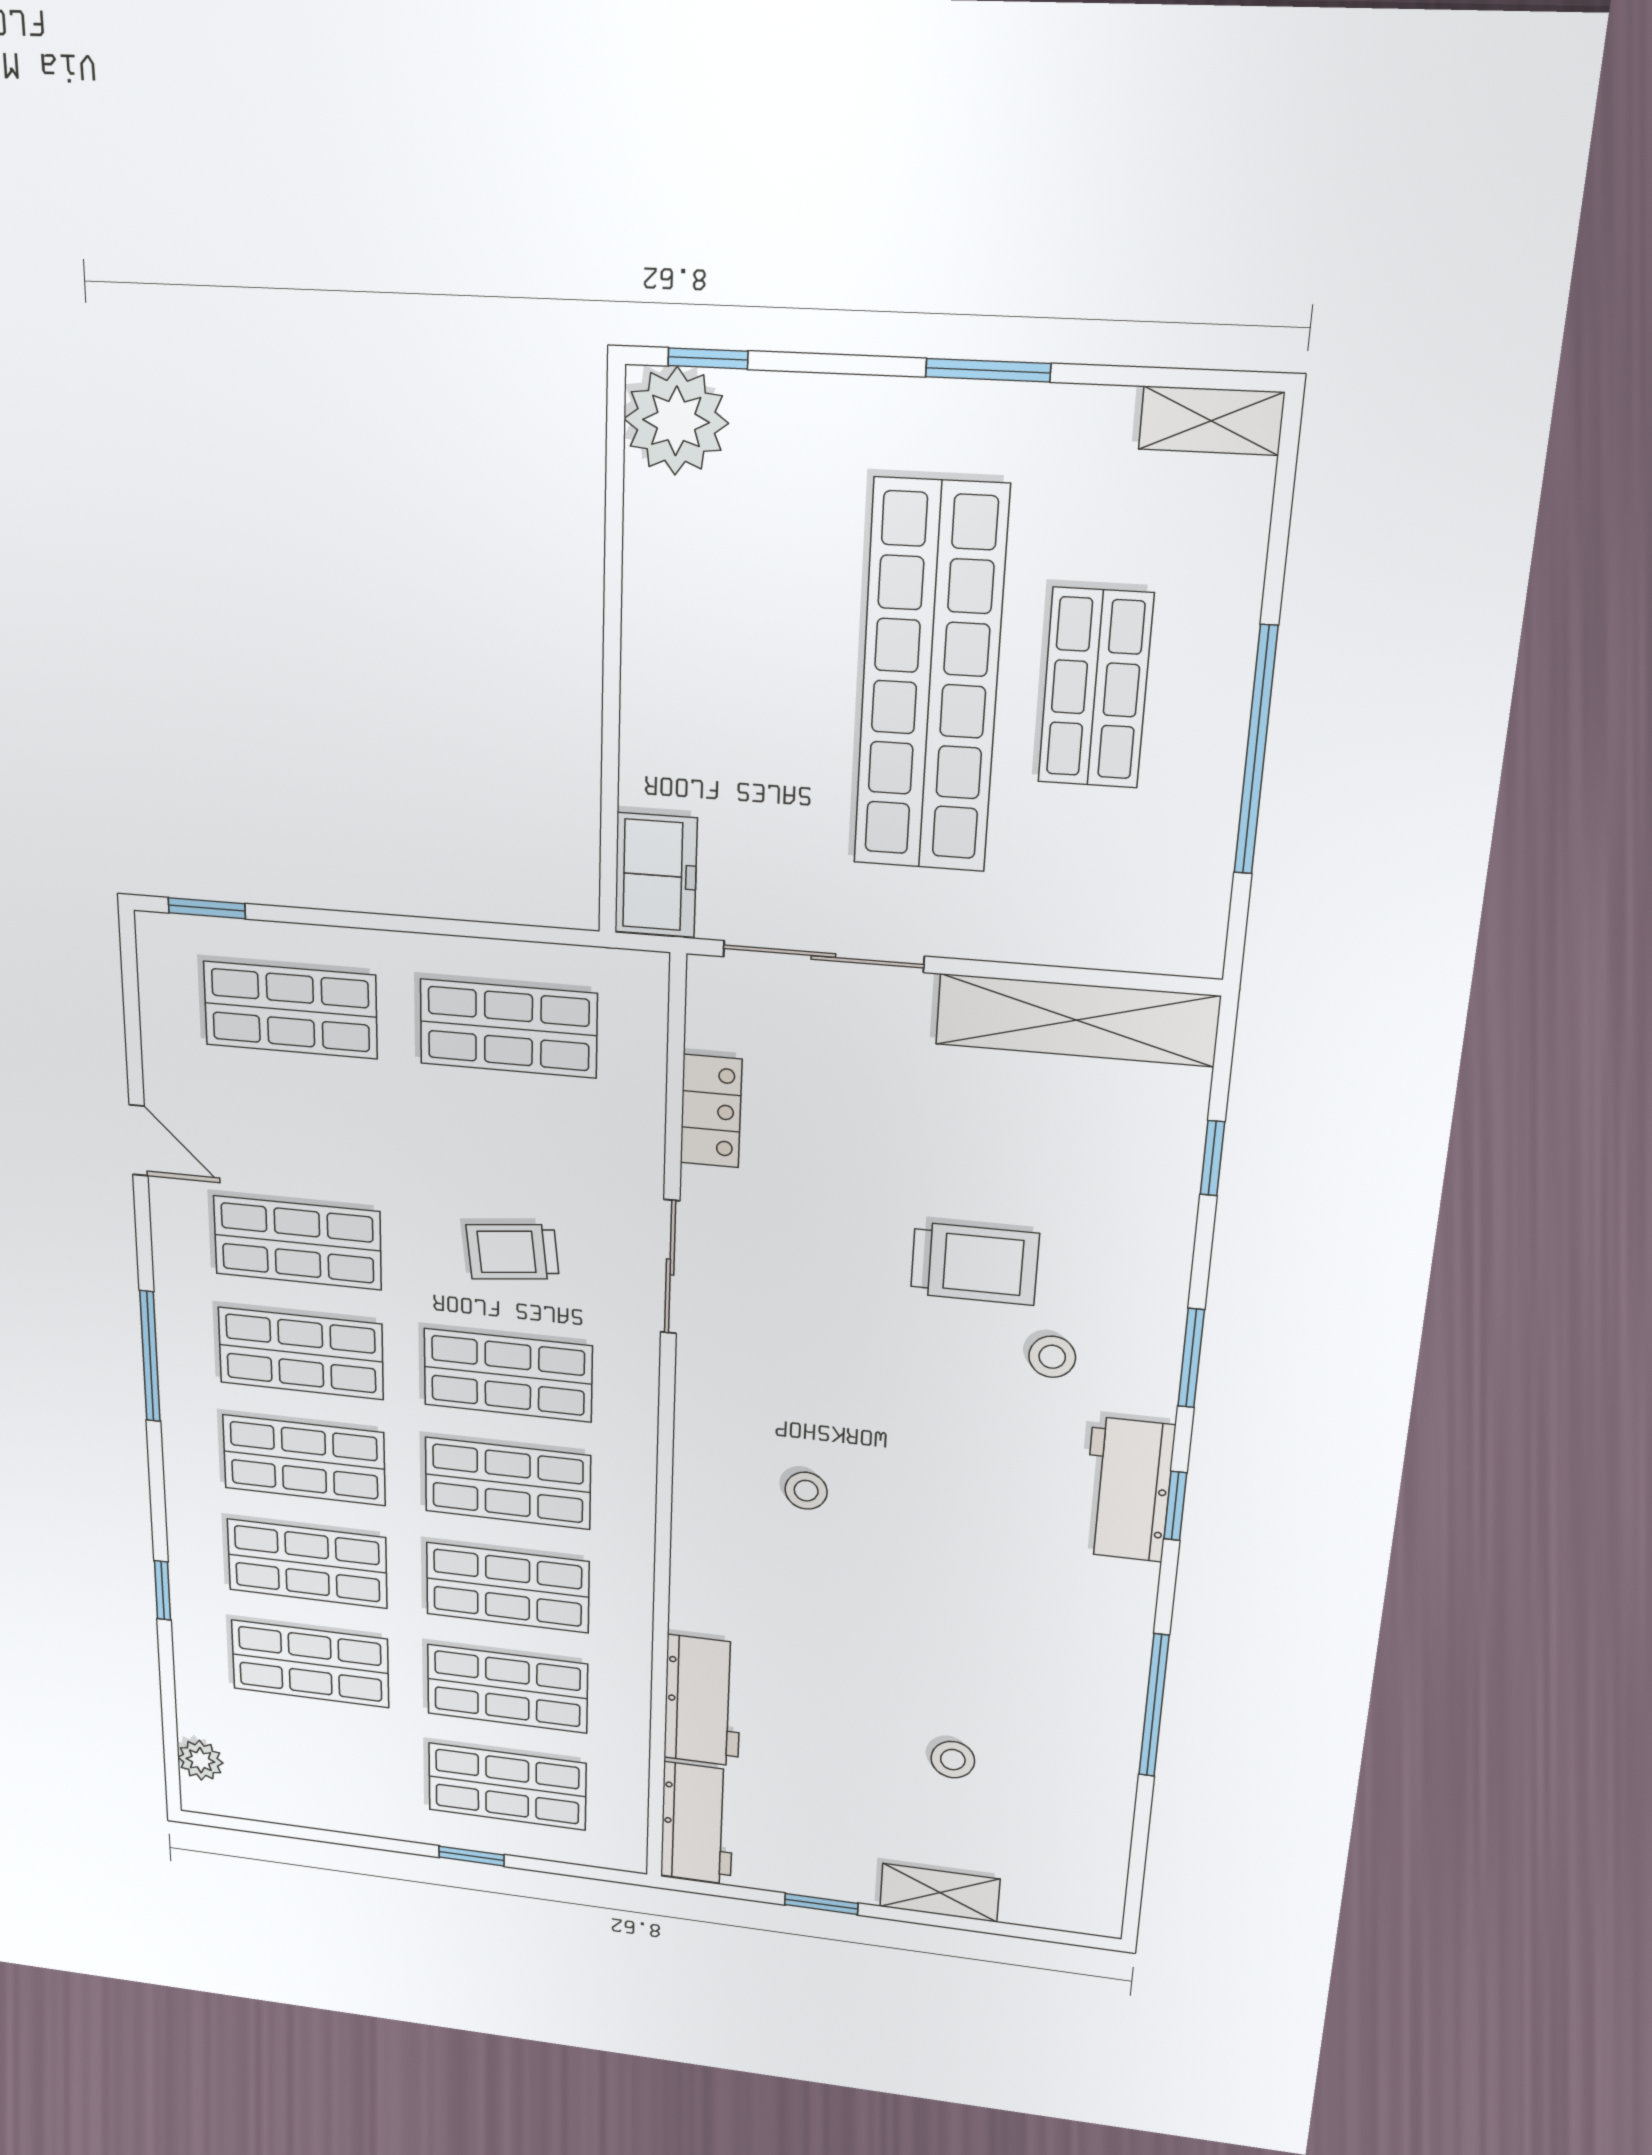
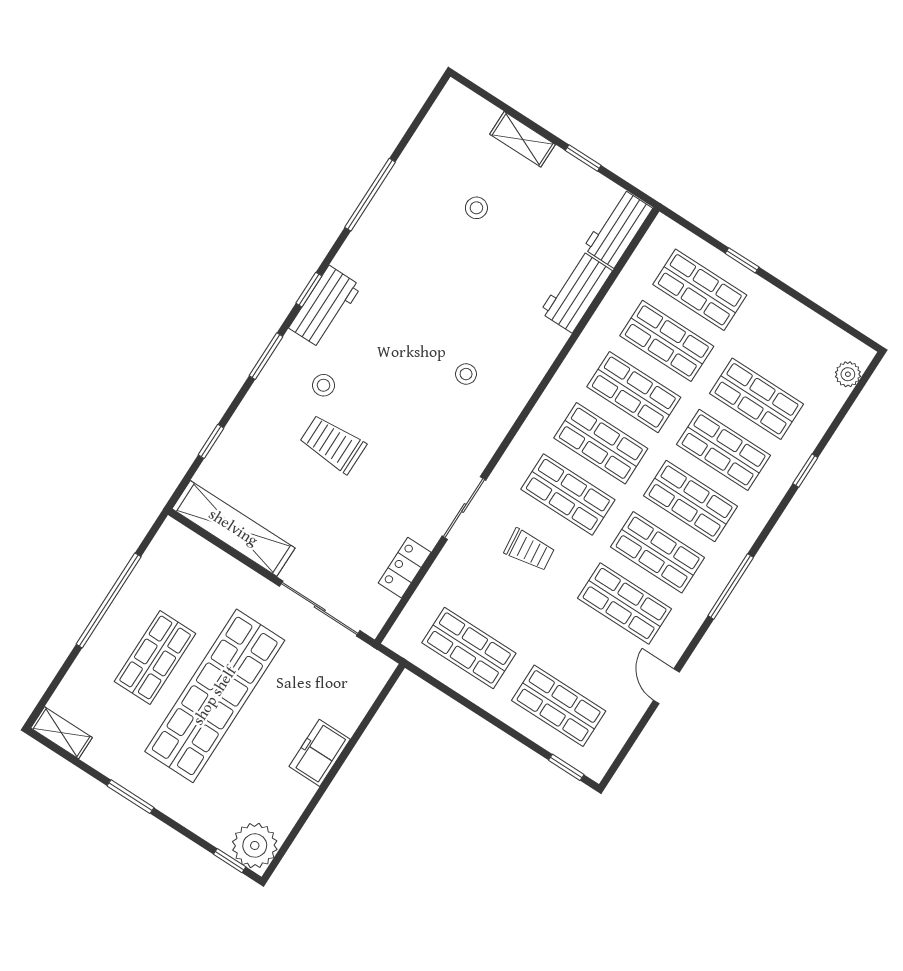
freezer: (656, 875) -> (320, 753), moved

